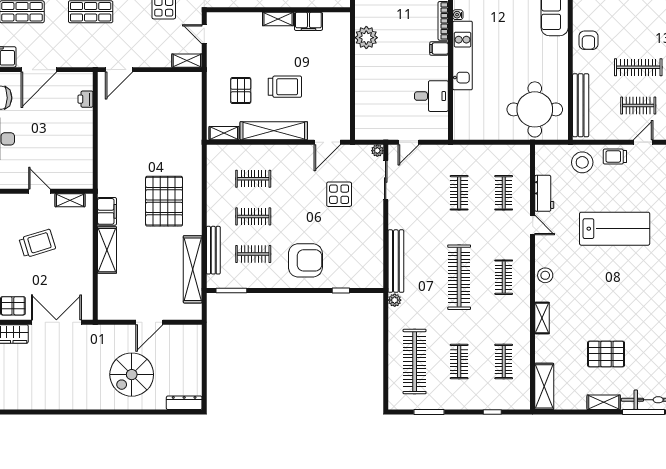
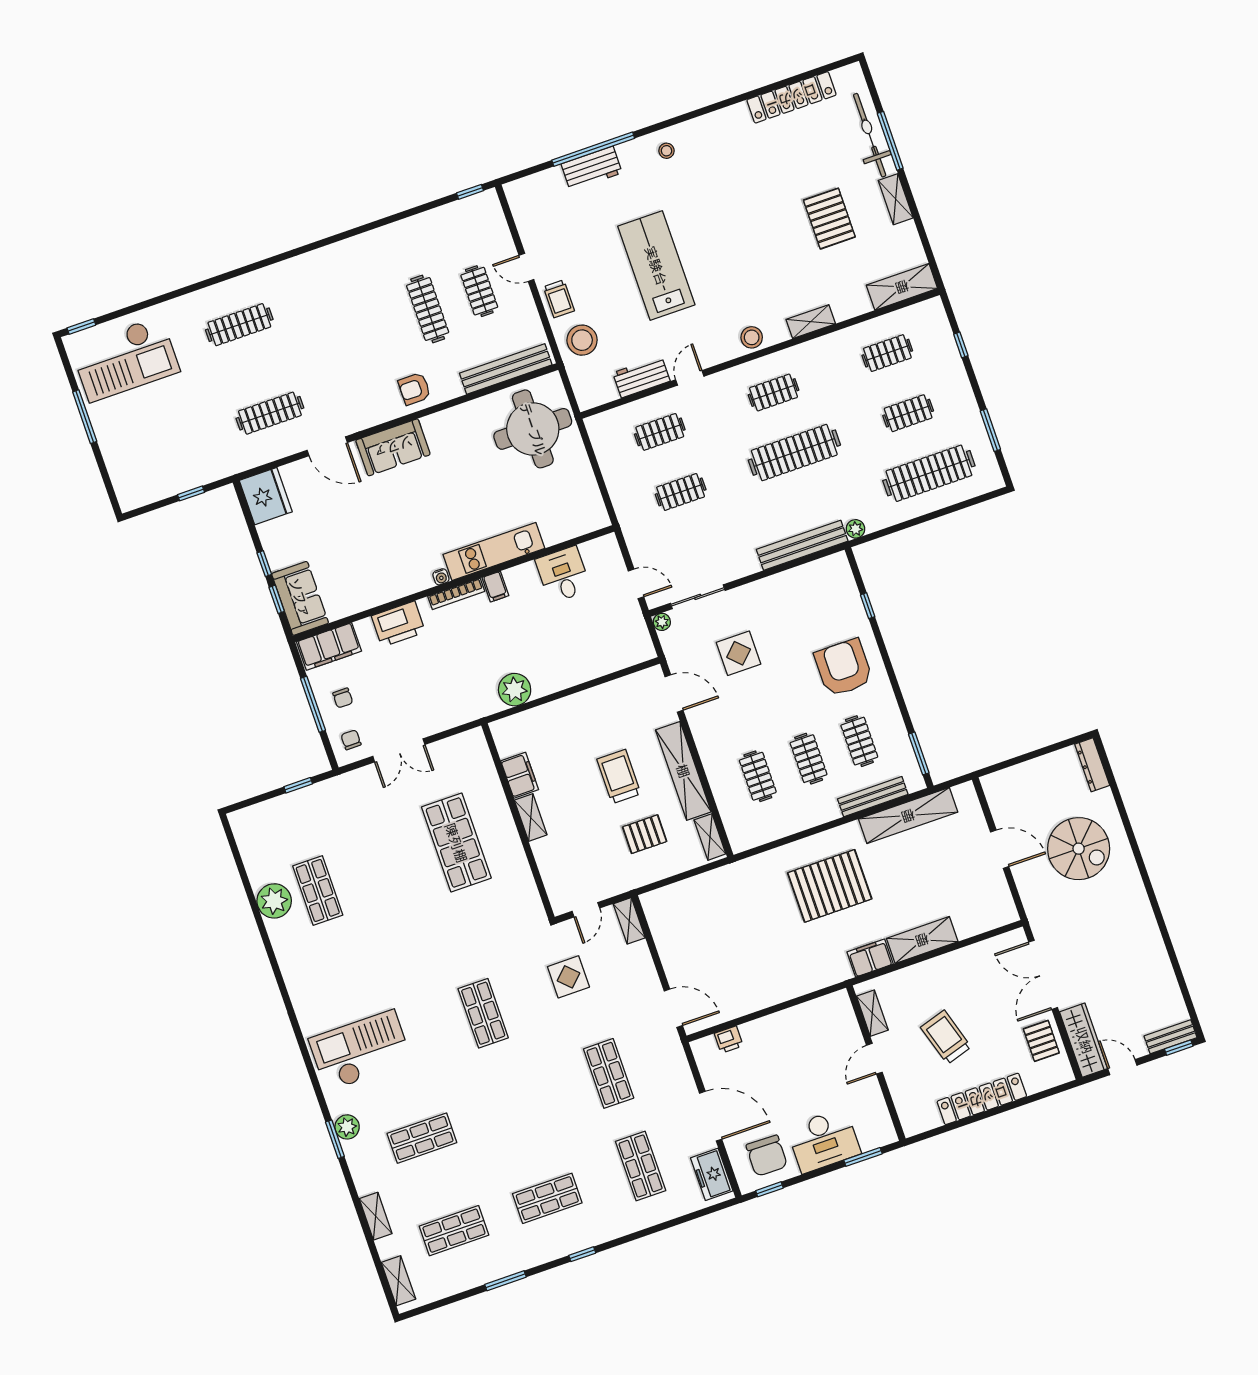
armchair: (588, 40) -> (414, 389), turned 180

